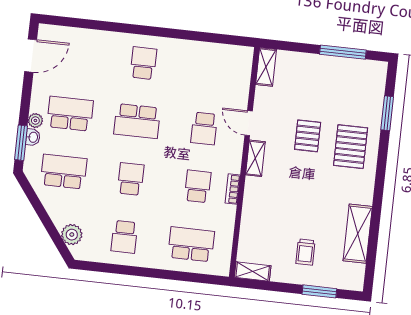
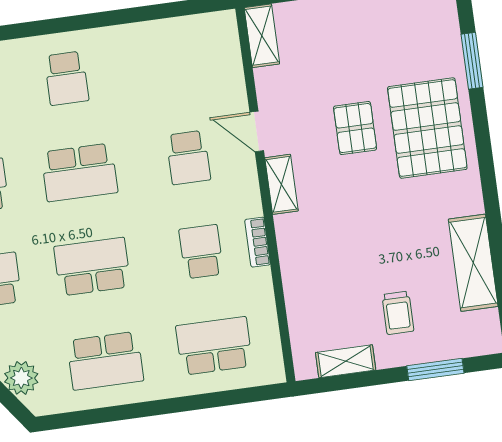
school desk: (143, 63) -> (66, 78), turned 180
pallet: (351, 147) -> (427, 128), width x1.37, depth x1.41
school desk: (131, 179) -> (92, 267), width x1.85
school desk: (124, 237) -> (105, 361), width x1.85
shelving: (253, 272) -> (346, 361), moved

